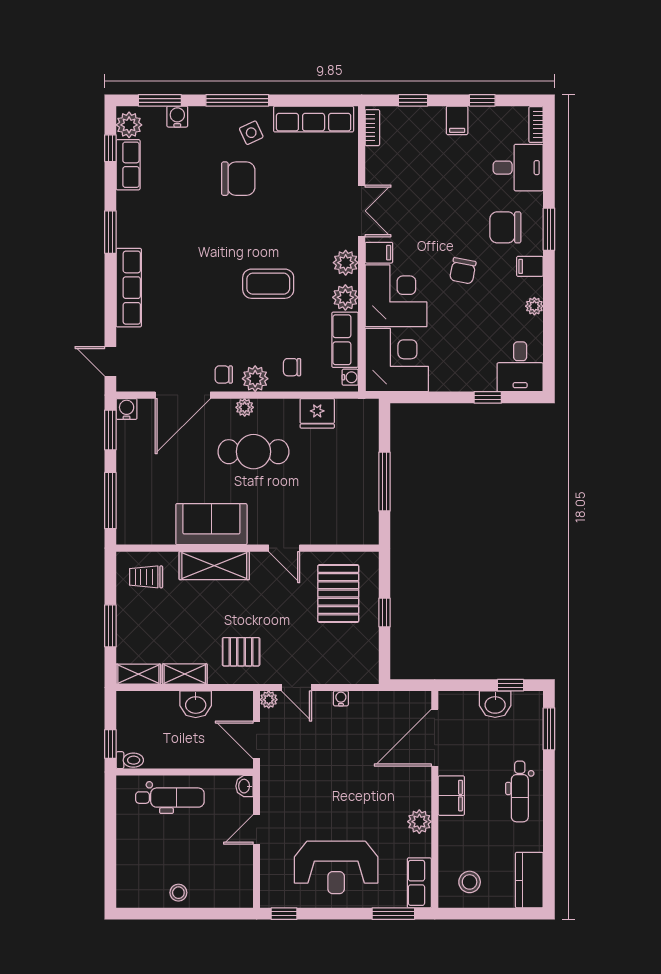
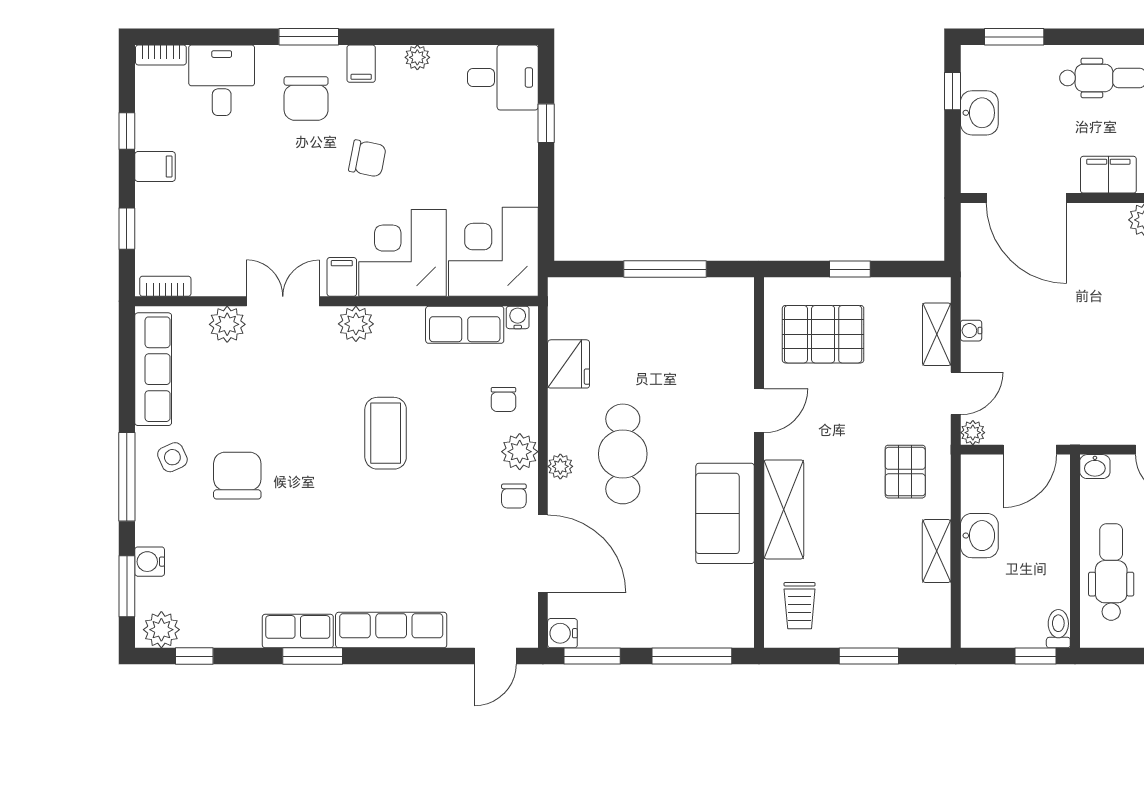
row of seats: (128, 165) -> (298, 631), moved
plant: (345, 297) -> (227, 324), moved
shelving: (138, 674) -> (937, 334), moved

